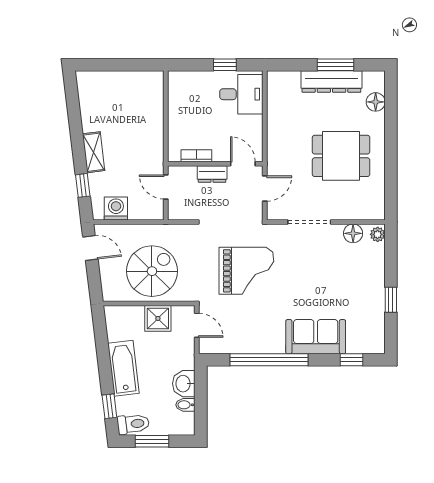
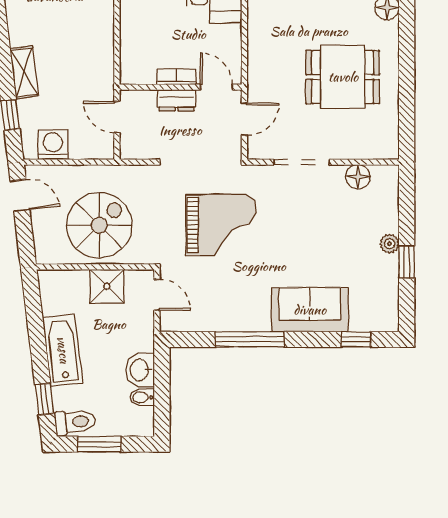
bookcase: (196, 156) -> (177, 77), moved
plant: (378, 234) -> (390, 244), moved
window: (269, 360) -> (250, 339), width x0.68

